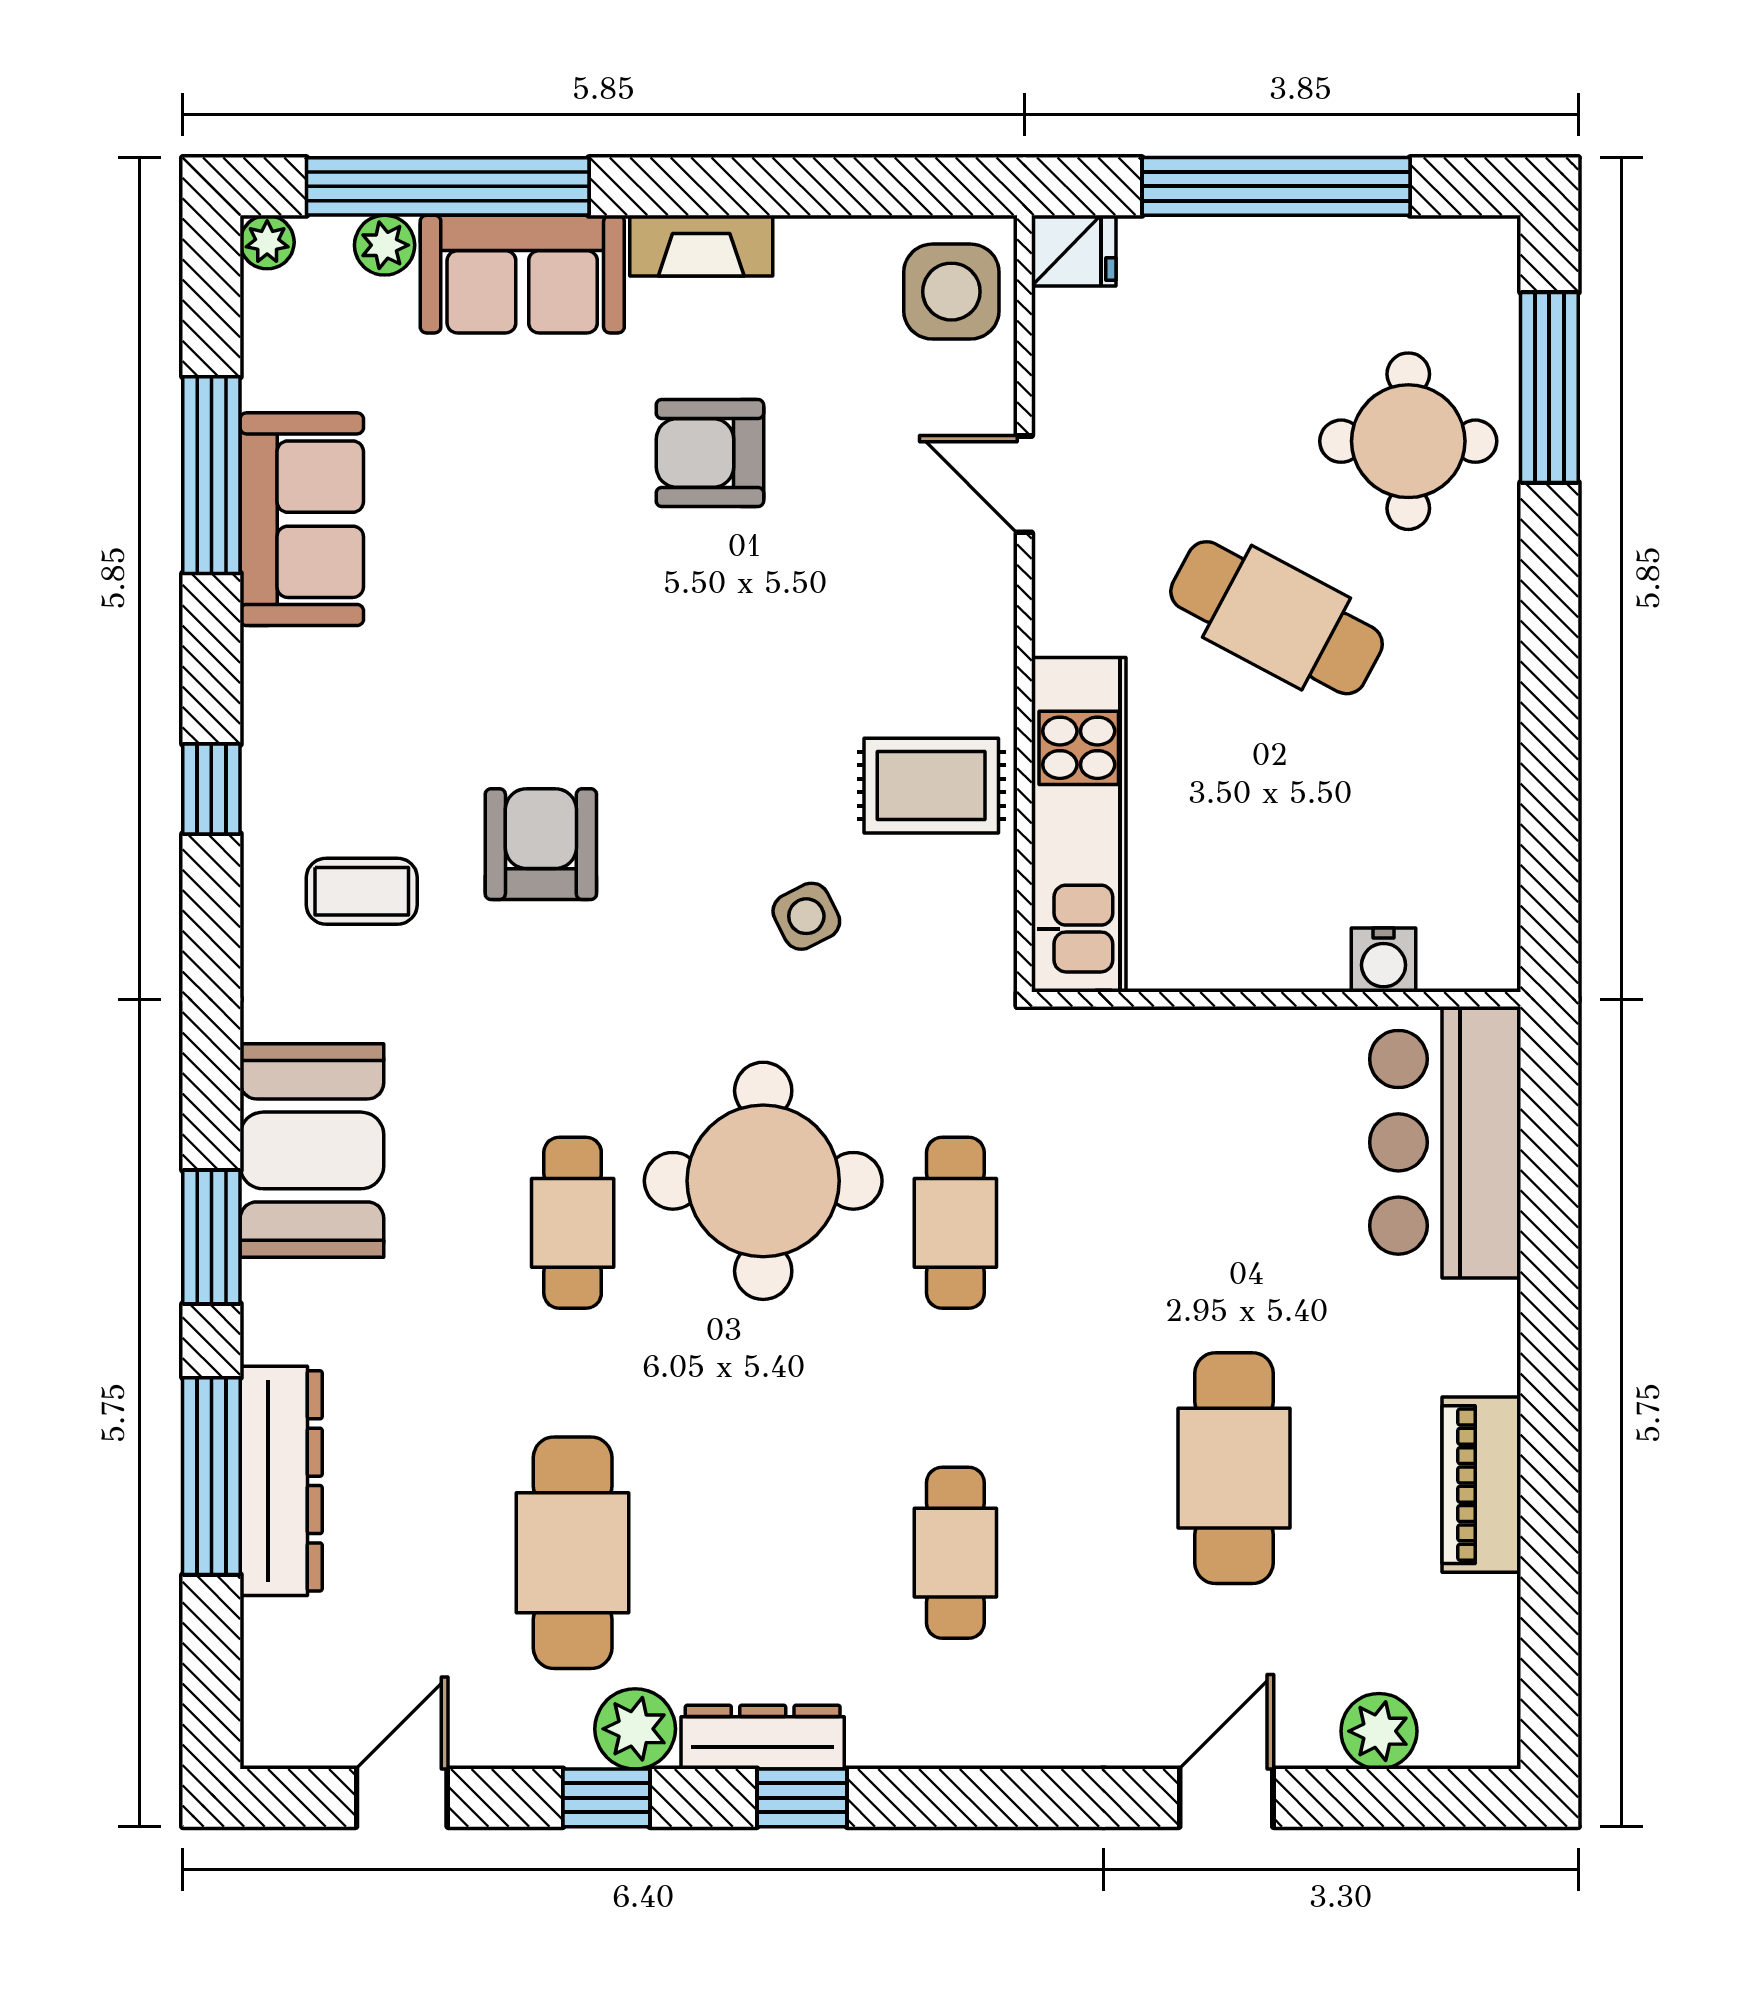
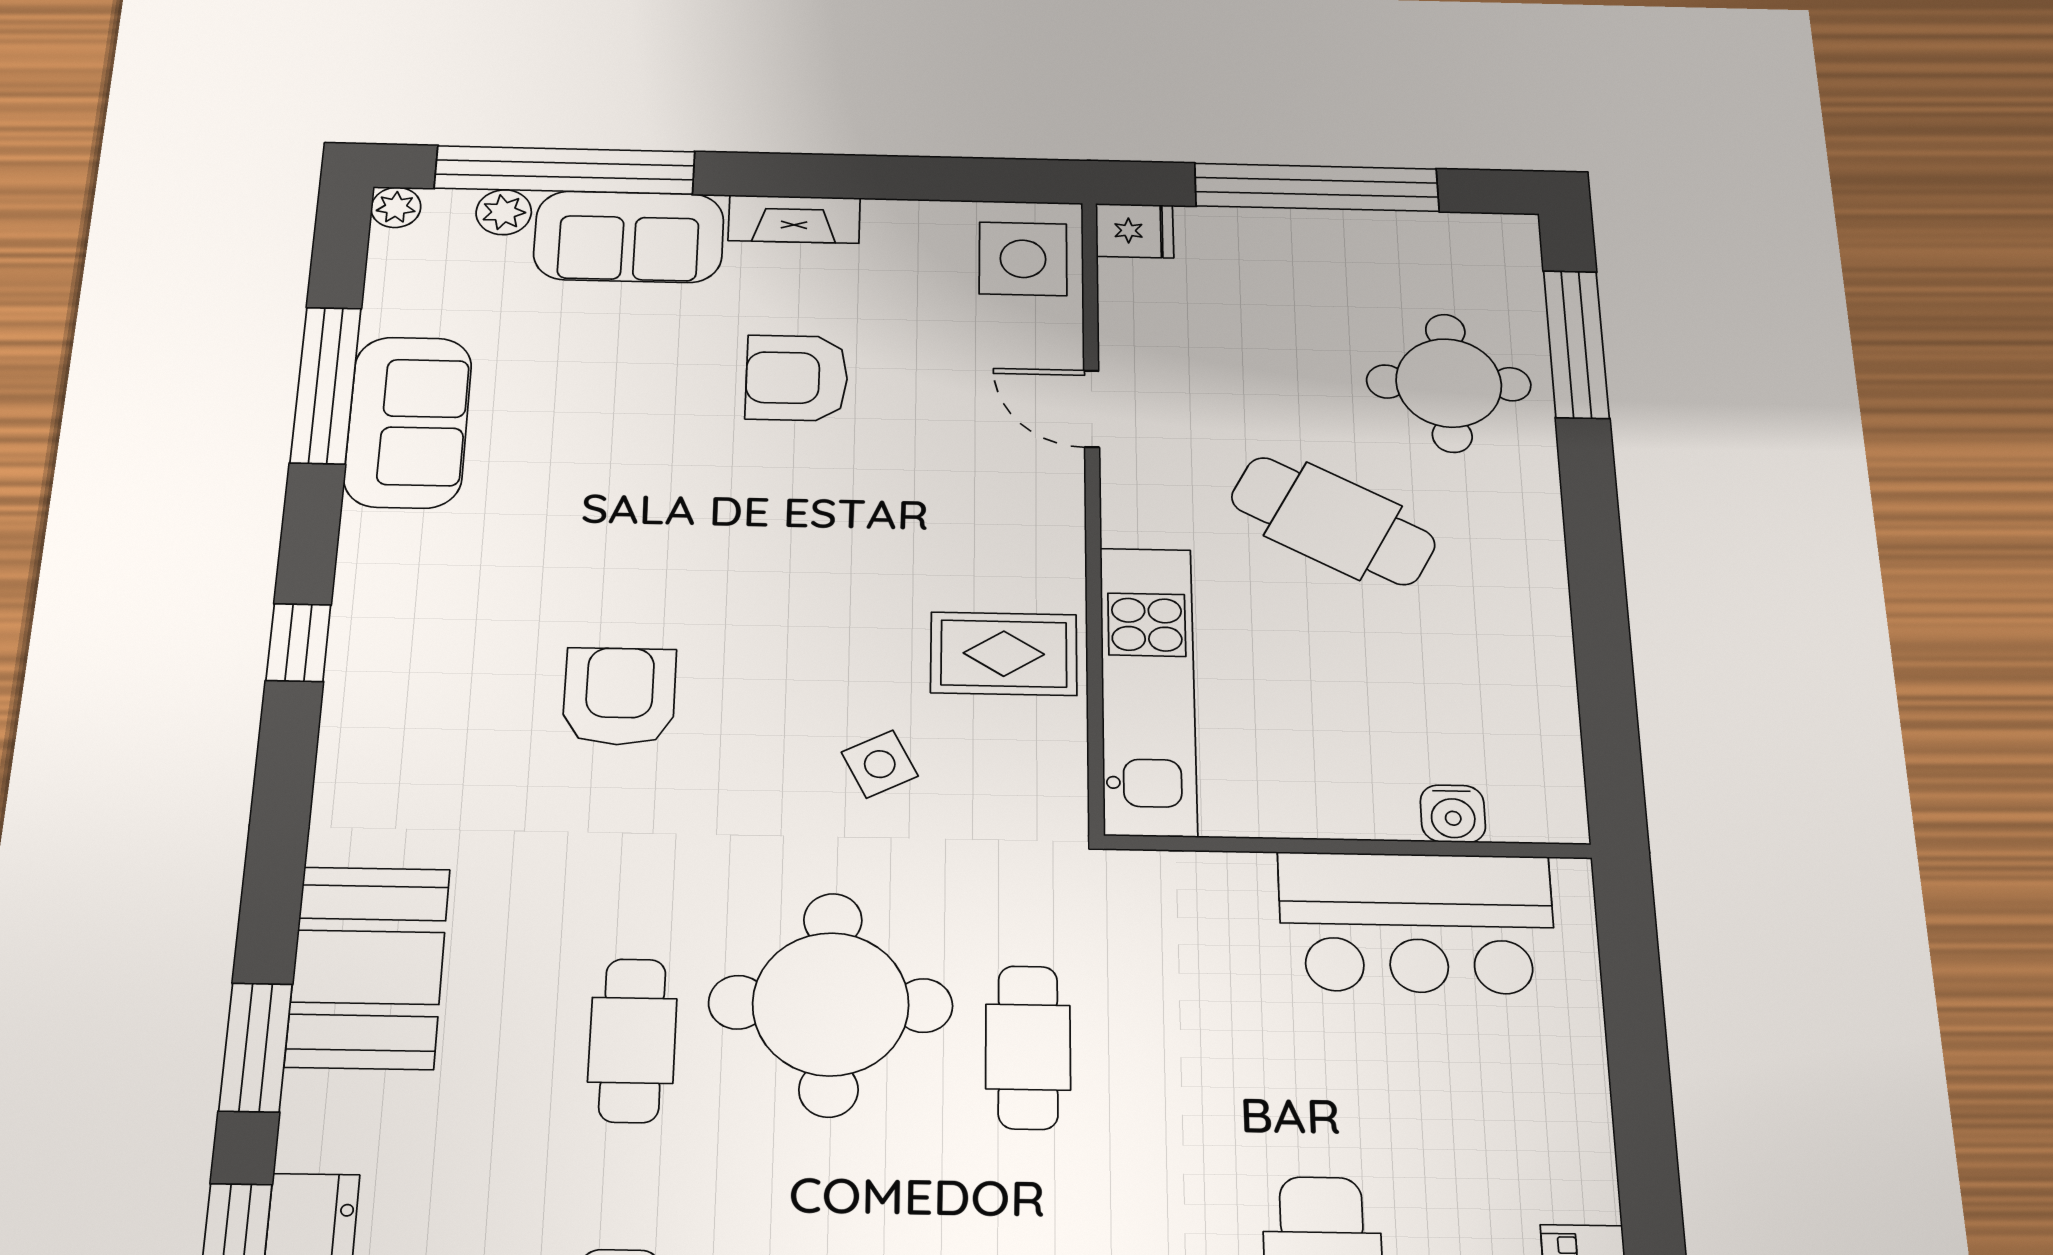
coffee table: (362, 891) -> (439, 734), removed
bar counter: (1445, 1142) -> (1417, 923), moved, turned -90

